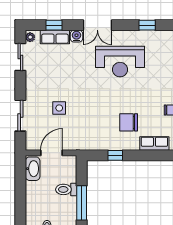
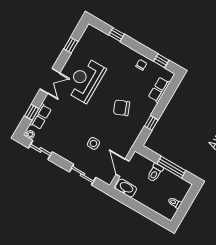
water cooler: (76, 36) -> (49, 101), removed
reception desk: (120, 62) -> (86, 80), turned 180
chair: (129, 122) -> (122, 108), moved, turned 68

